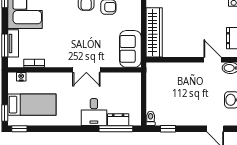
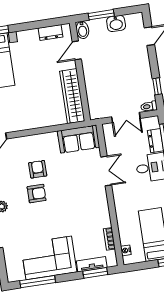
wardrobe: (154, 32) -> (72, 96), moved, turned -90
double door: (86, 70) -> (106, 171), moved
double door: (144, 96) -> (126, 118), added

